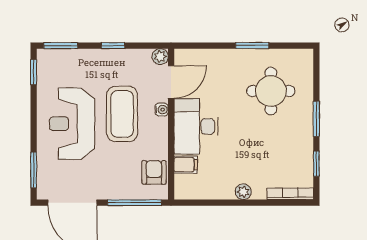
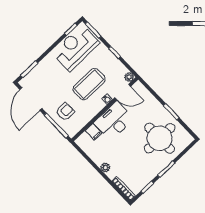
round table: (271, 91) -> (160, 138), width x1.36, depth x1.36
reception desk: (72, 124) -> (76, 48), moved
armchair: (154, 172) -> (65, 112), moved

